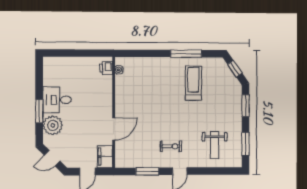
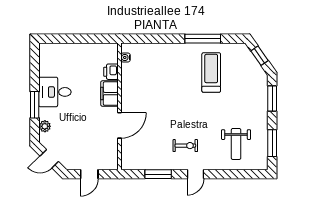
printer: (106, 68) -> (111, 72), moved
plant: (53, 125) -> (45, 126), width x0.53, depth x0.53
filing cabinet: (105, 157) -> (109, 94), moved

